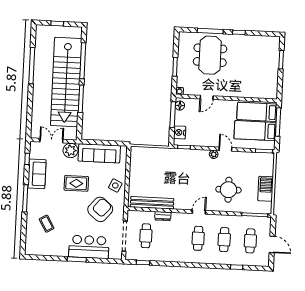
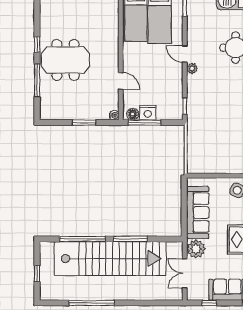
meeting table: (210, 55) -> (65, 60), moved
nightstand: (180, 132) -> (148, 113), moved
door: (225, 149) -> (185, 54), hinge flipped

